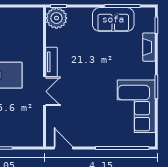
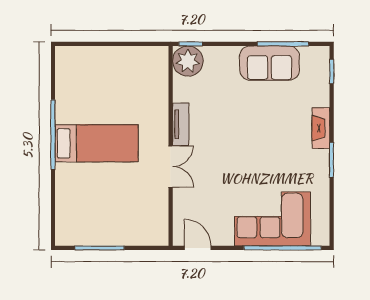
fireplace: (149, 47) -> (321, 128), moved
corner sofa: (136, 106) -> (273, 219), moved, turned 90

